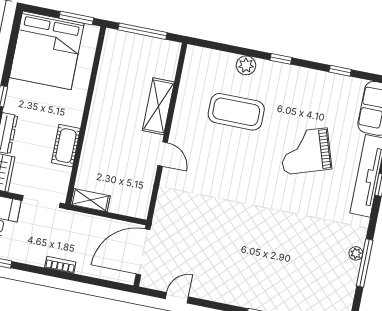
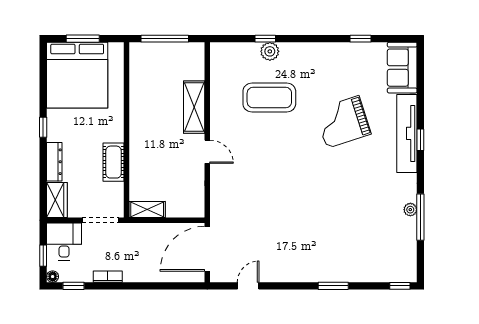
window: (76, 18) -> (83, 39), moved
window: (281, 59) -> (265, 39), moved
bookcase: (60, 265) -> (108, 277), moved

